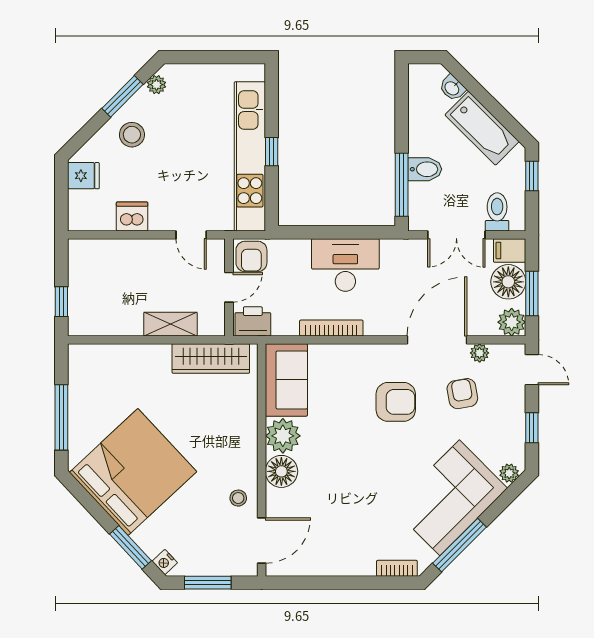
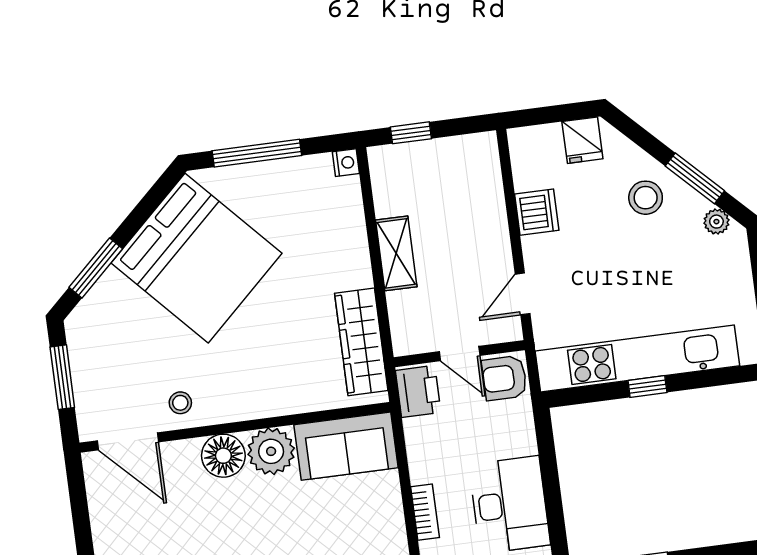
shelving: (170, 324) -> (396, 253), moved
bookcase: (331, 328) -> (425, 512), width x0.64
nightstand: (165, 562) -> (346, 163), moved, turned 133

